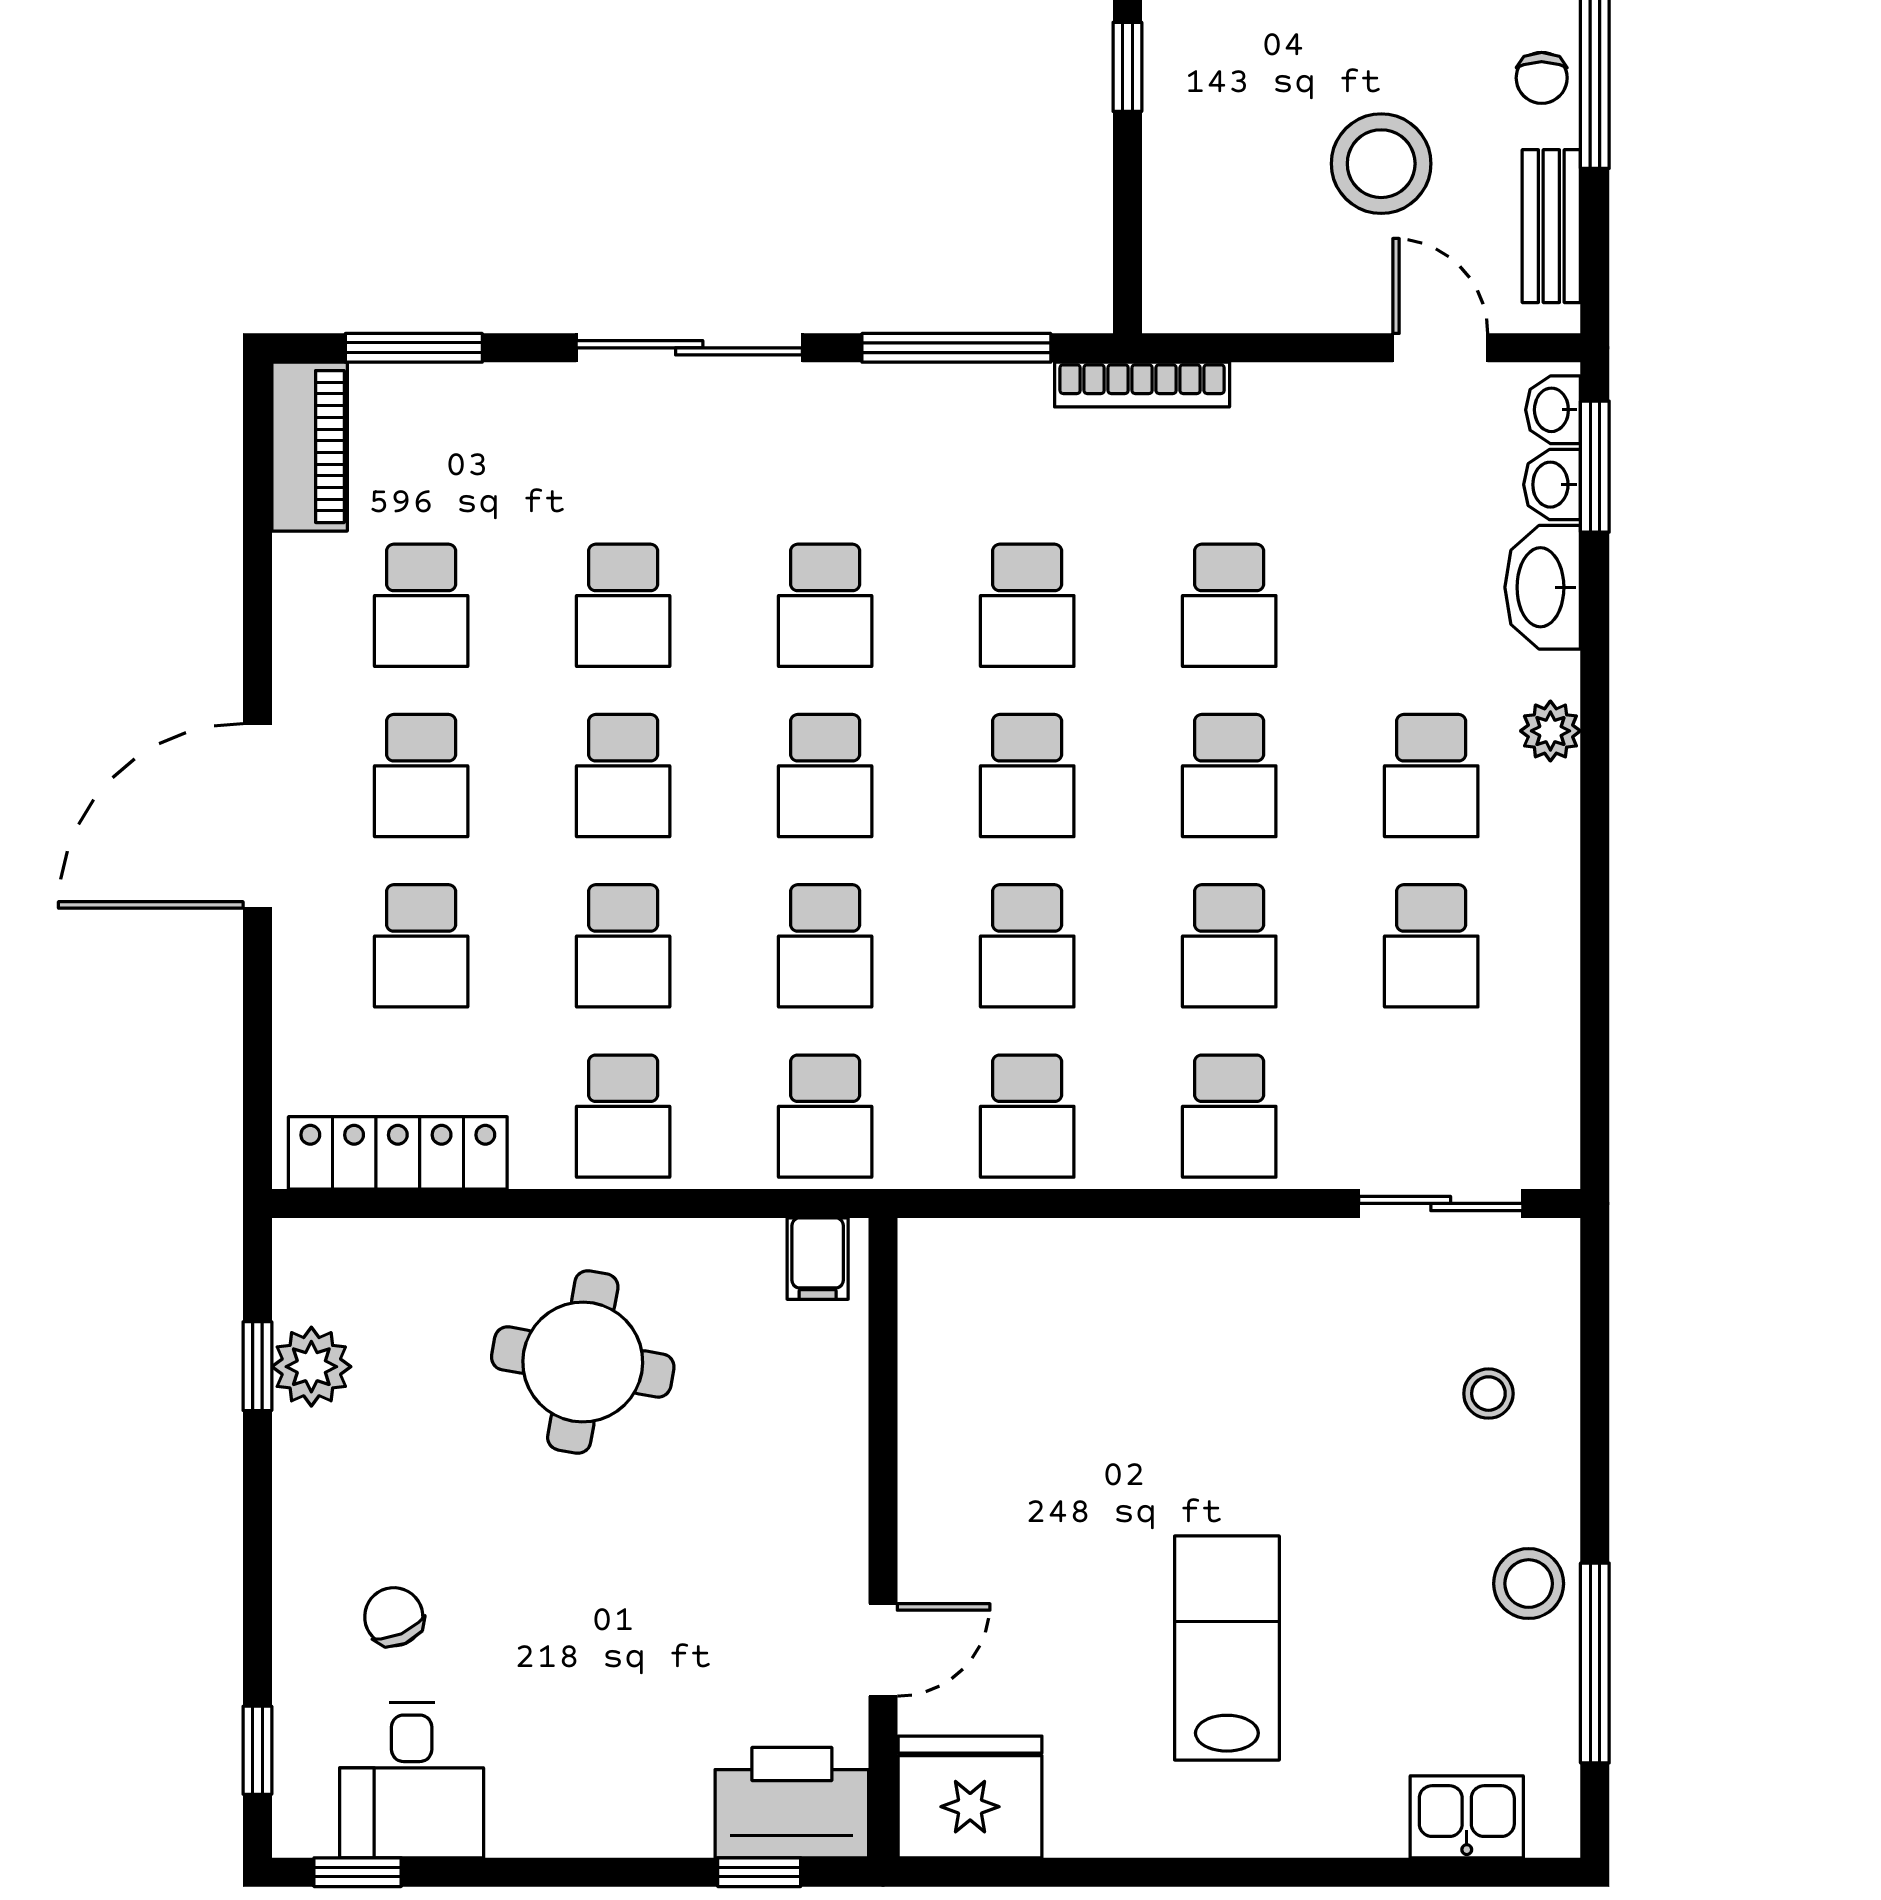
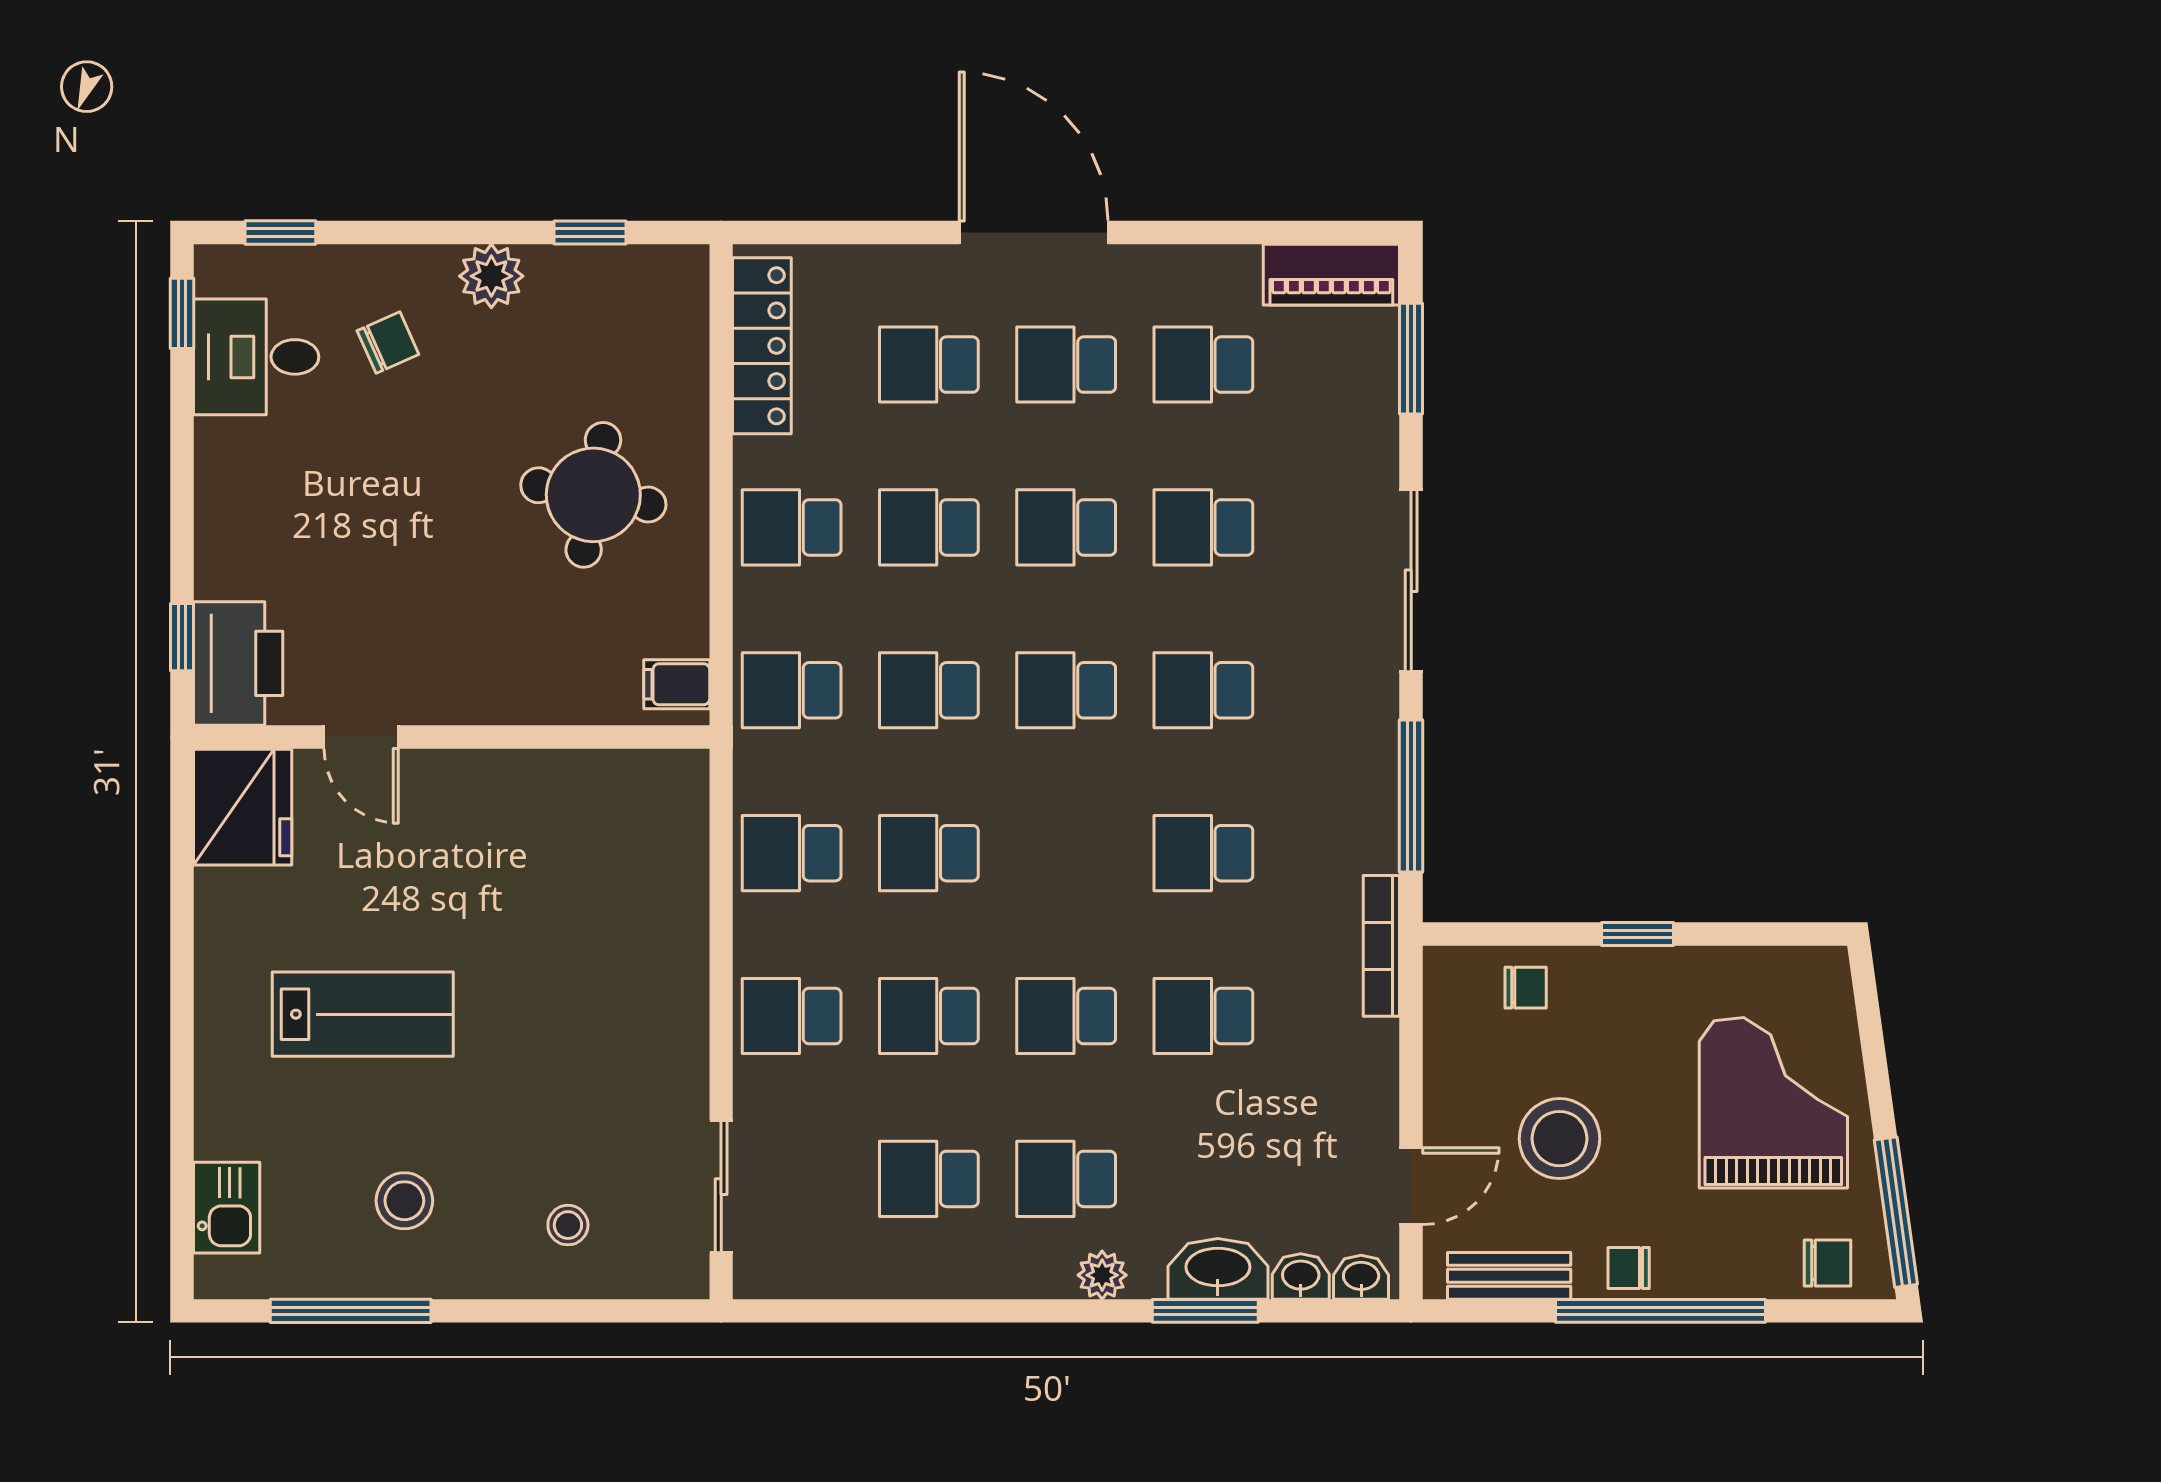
chair: (1194, 206) -> (1526, 988), added
window: (1595, 467) -> (1205, 1311), moved
school desk: (1027, 776) -> (1066, 853), removed
plant: (311, 1367) -> (491, 276), moved
stool: (1529, 1584) -> (404, 1201), moved

